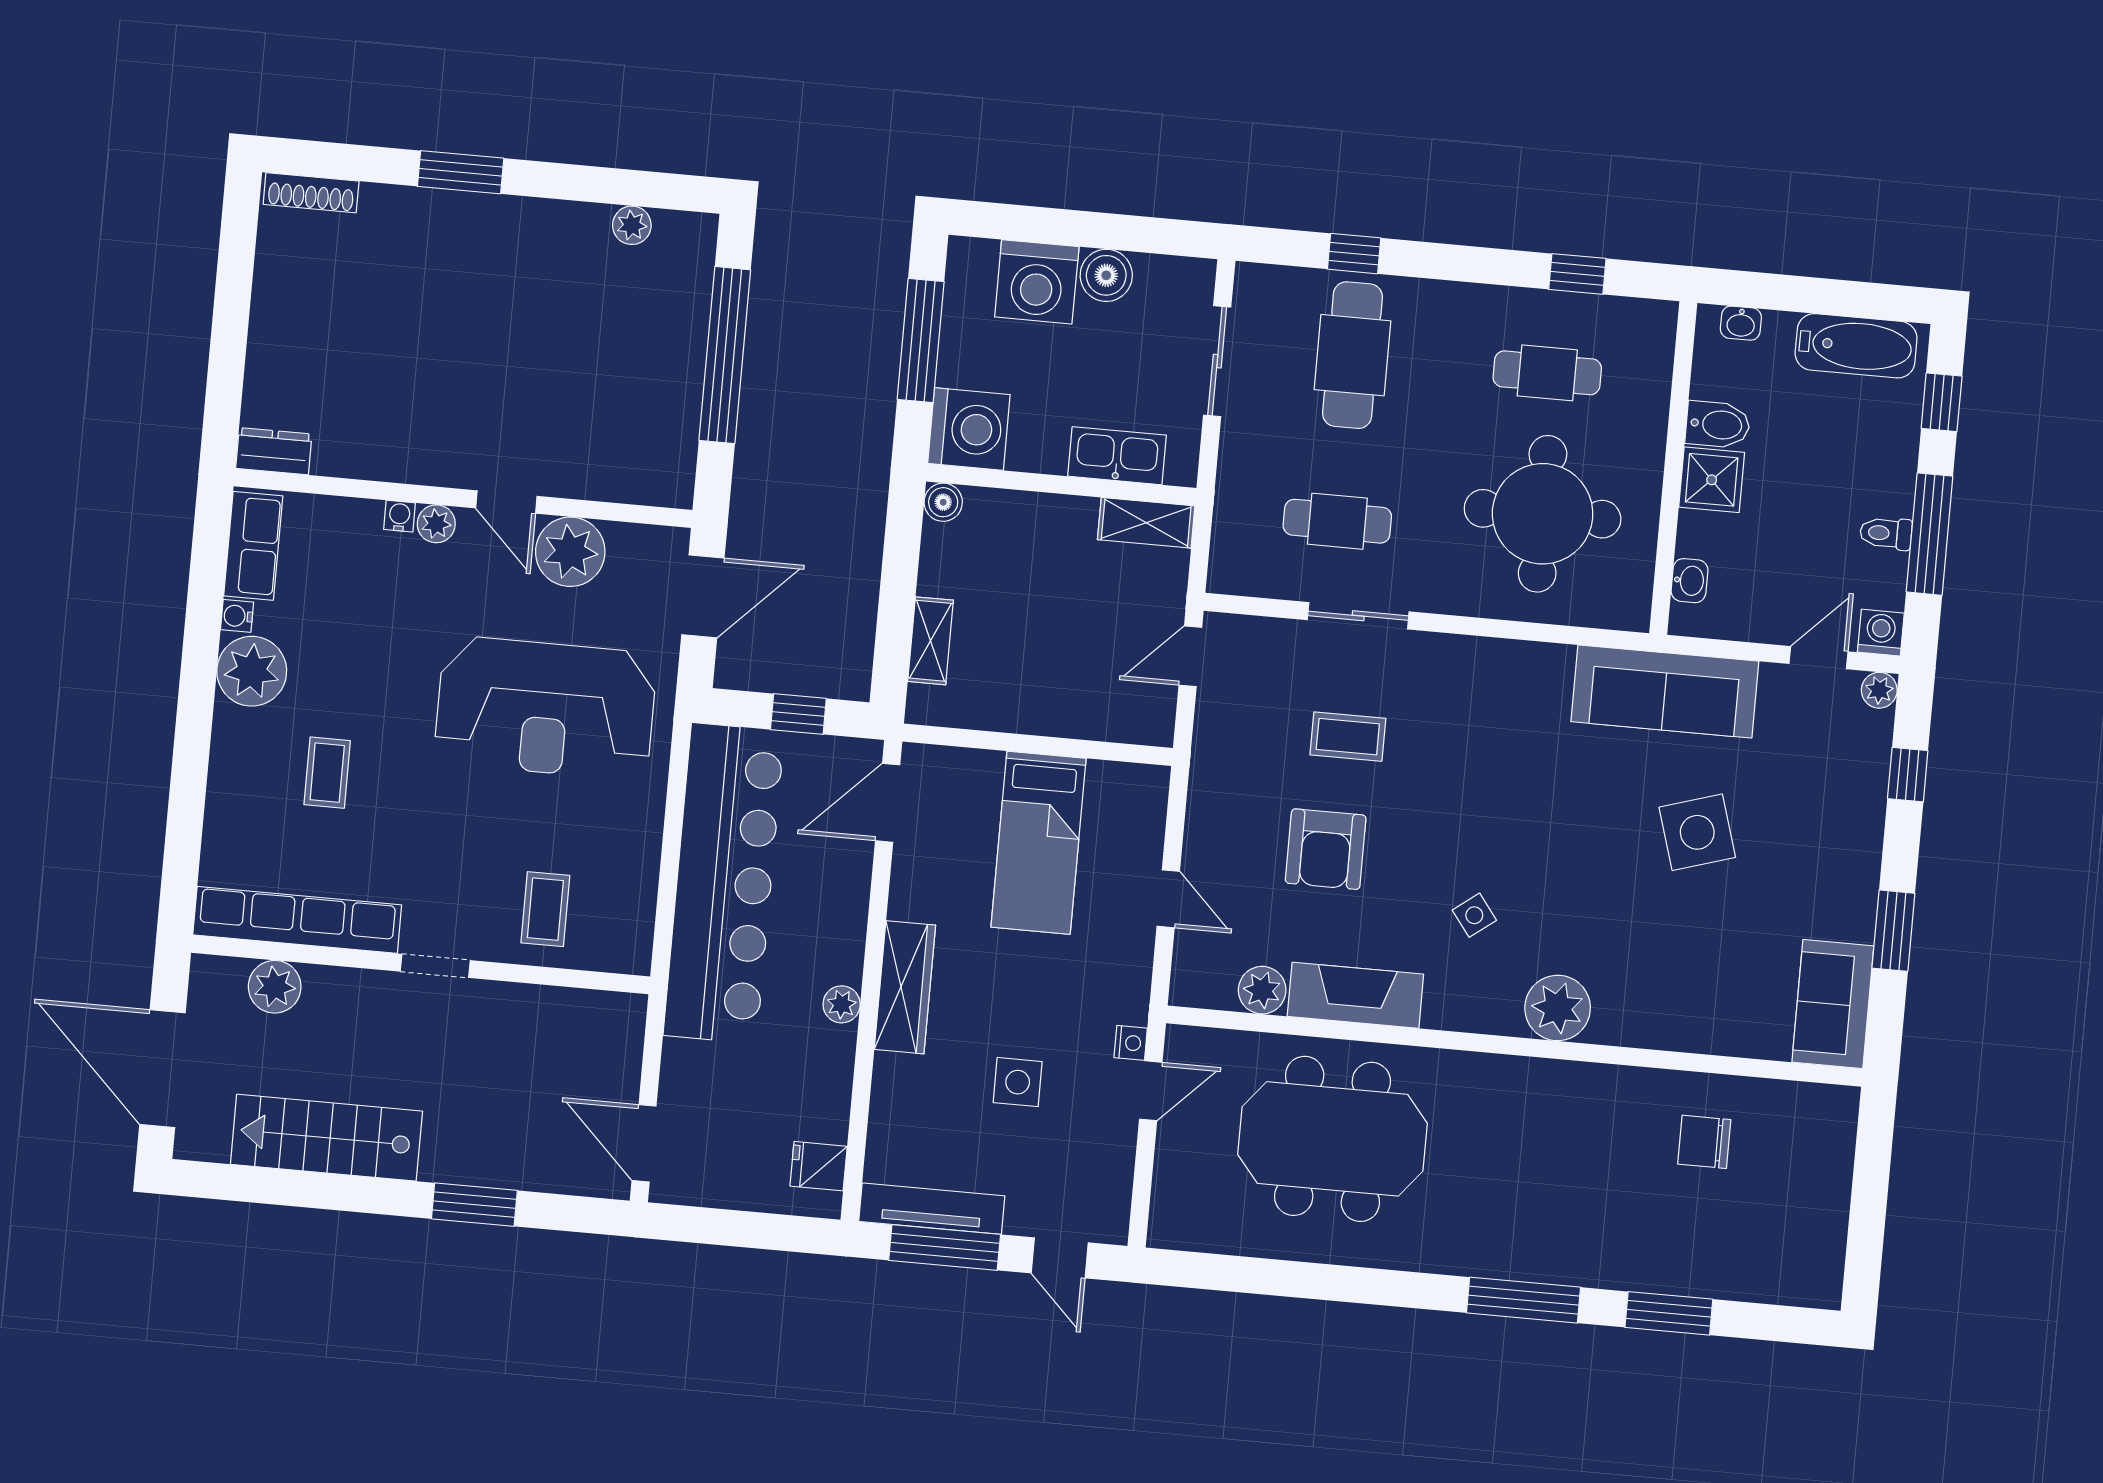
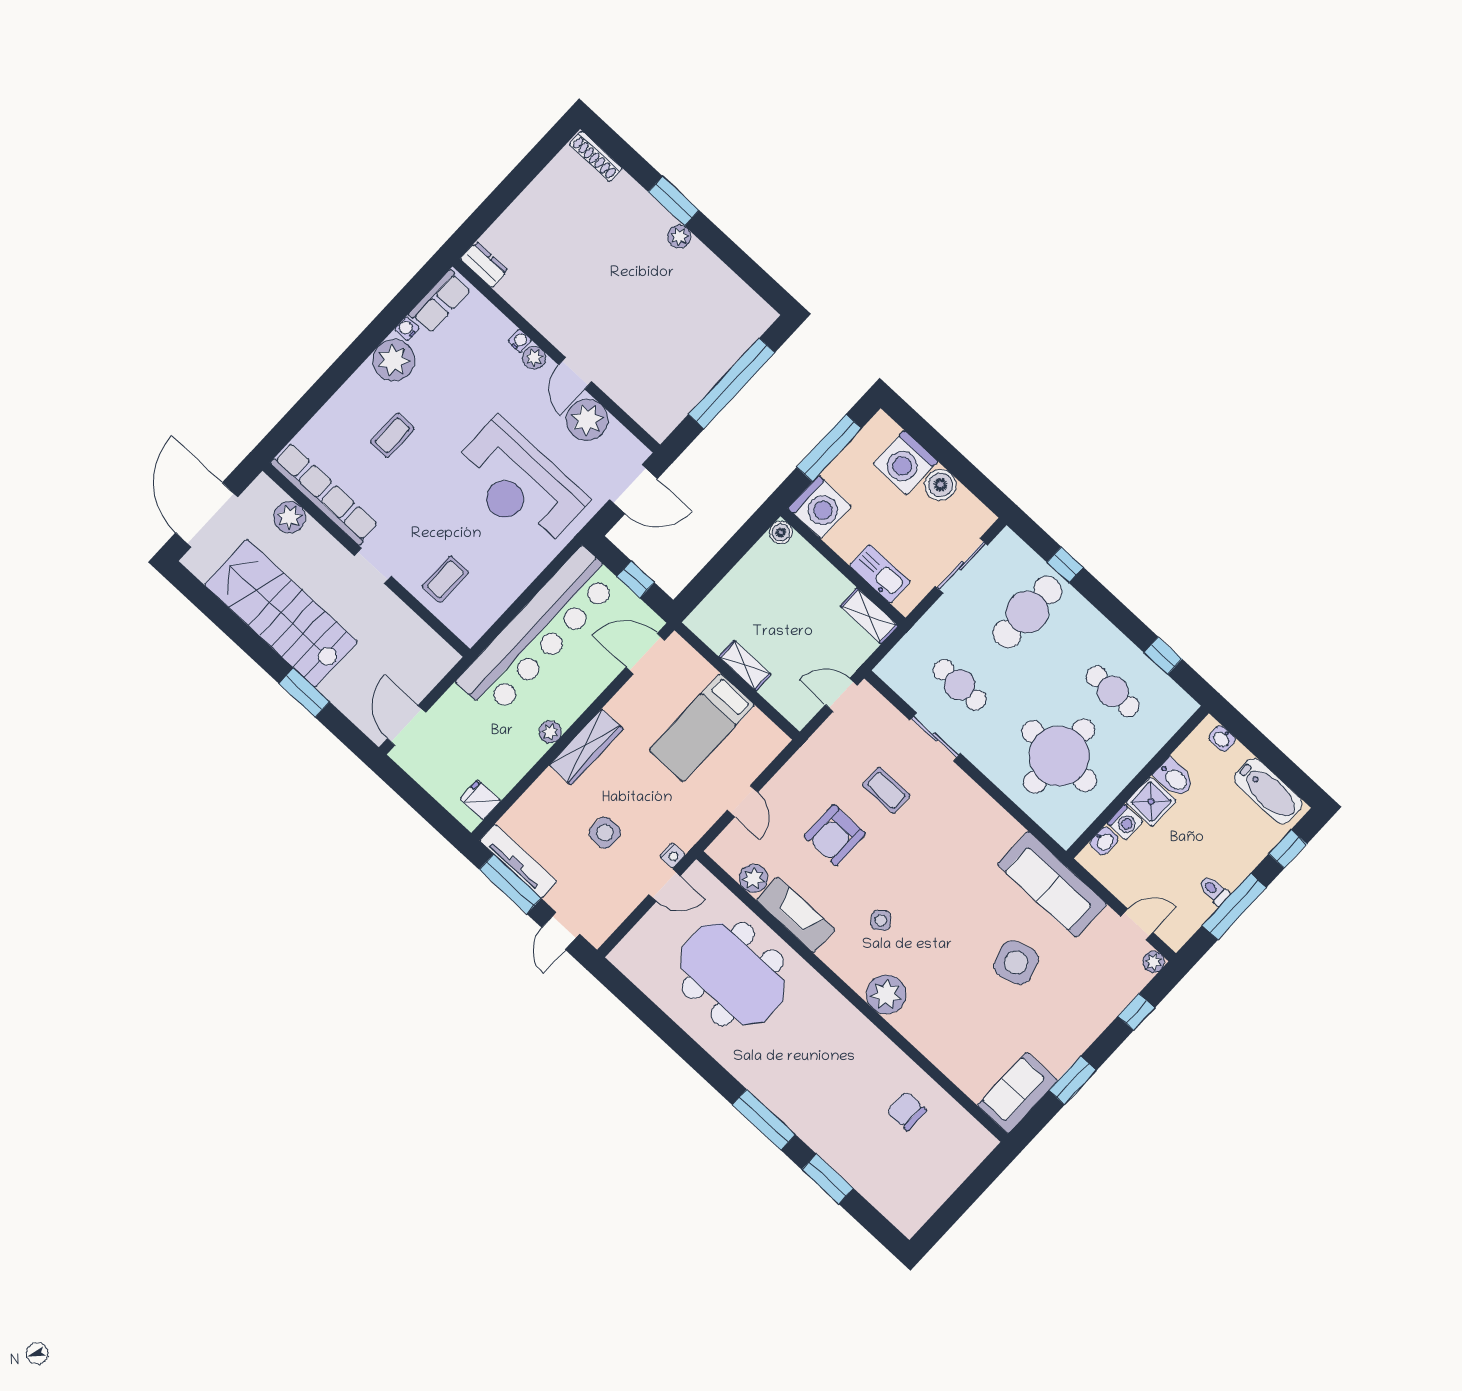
plant: (632, 225) -> (679, 237), moved
washing machine: (1881, 633) -> (1125, 822), moved, turned 90
shelving: (931, 641) -> (745, 666), moved, turned 90
stairs: (326, 1138) -> (281, 613), width x1.36, depth x1.51

